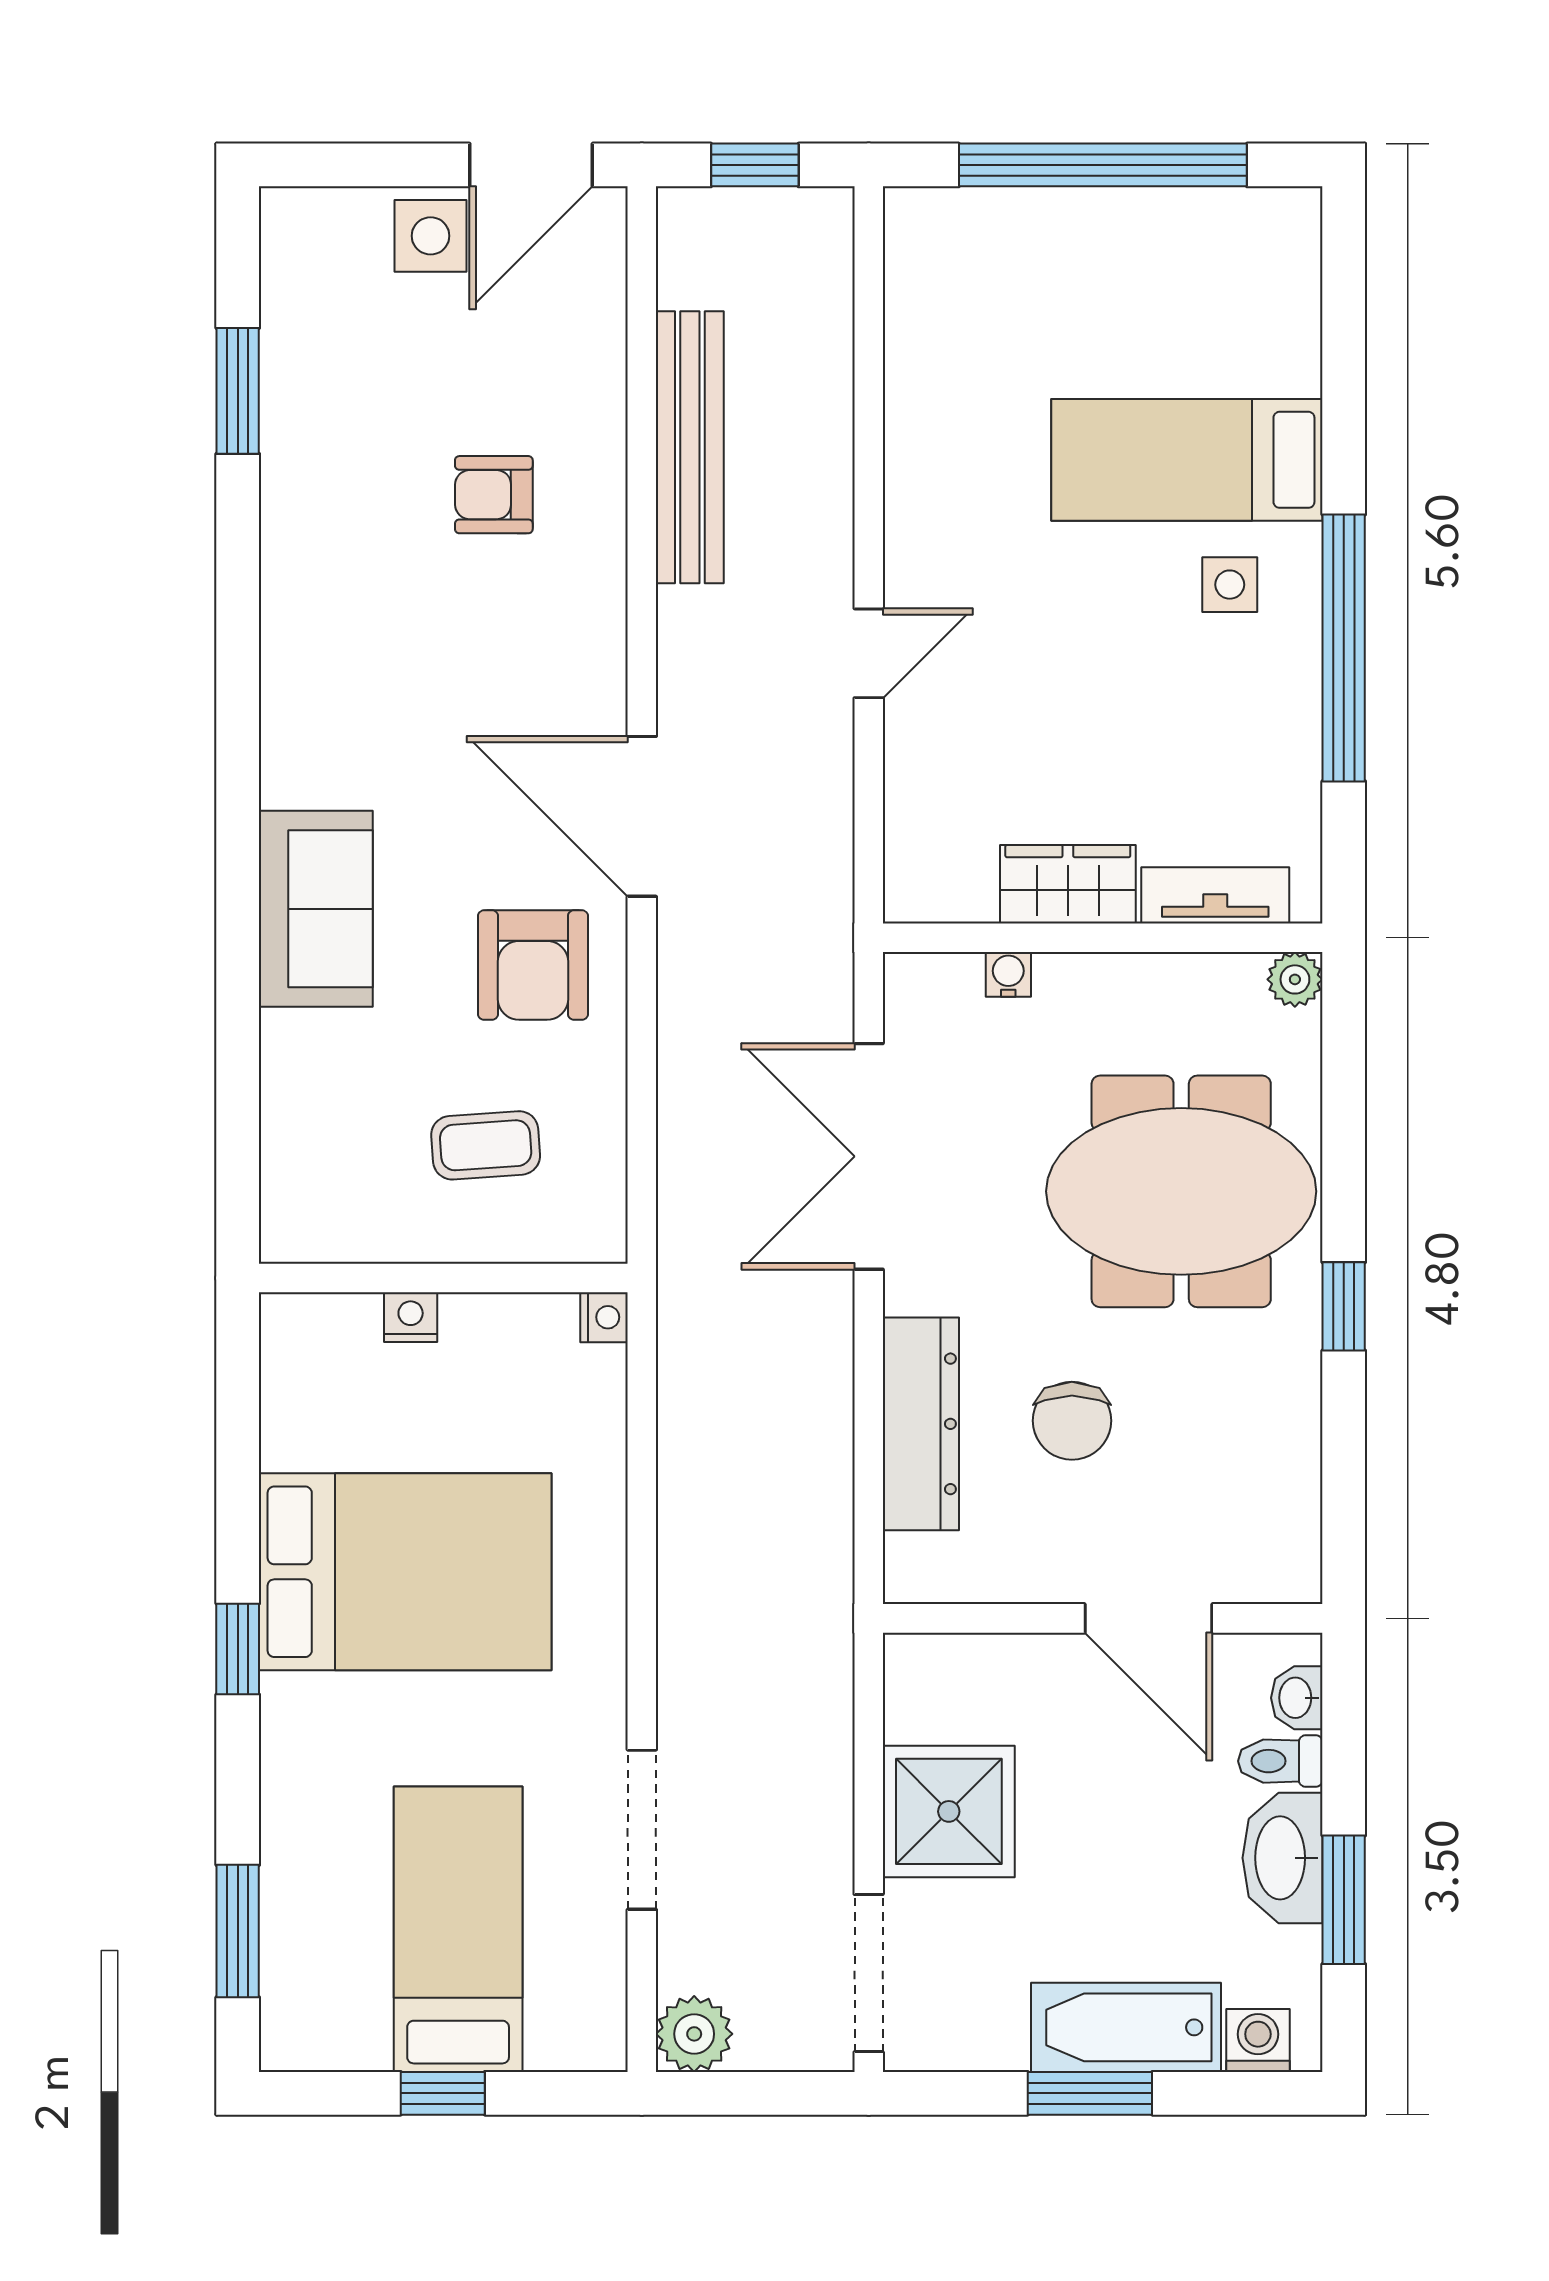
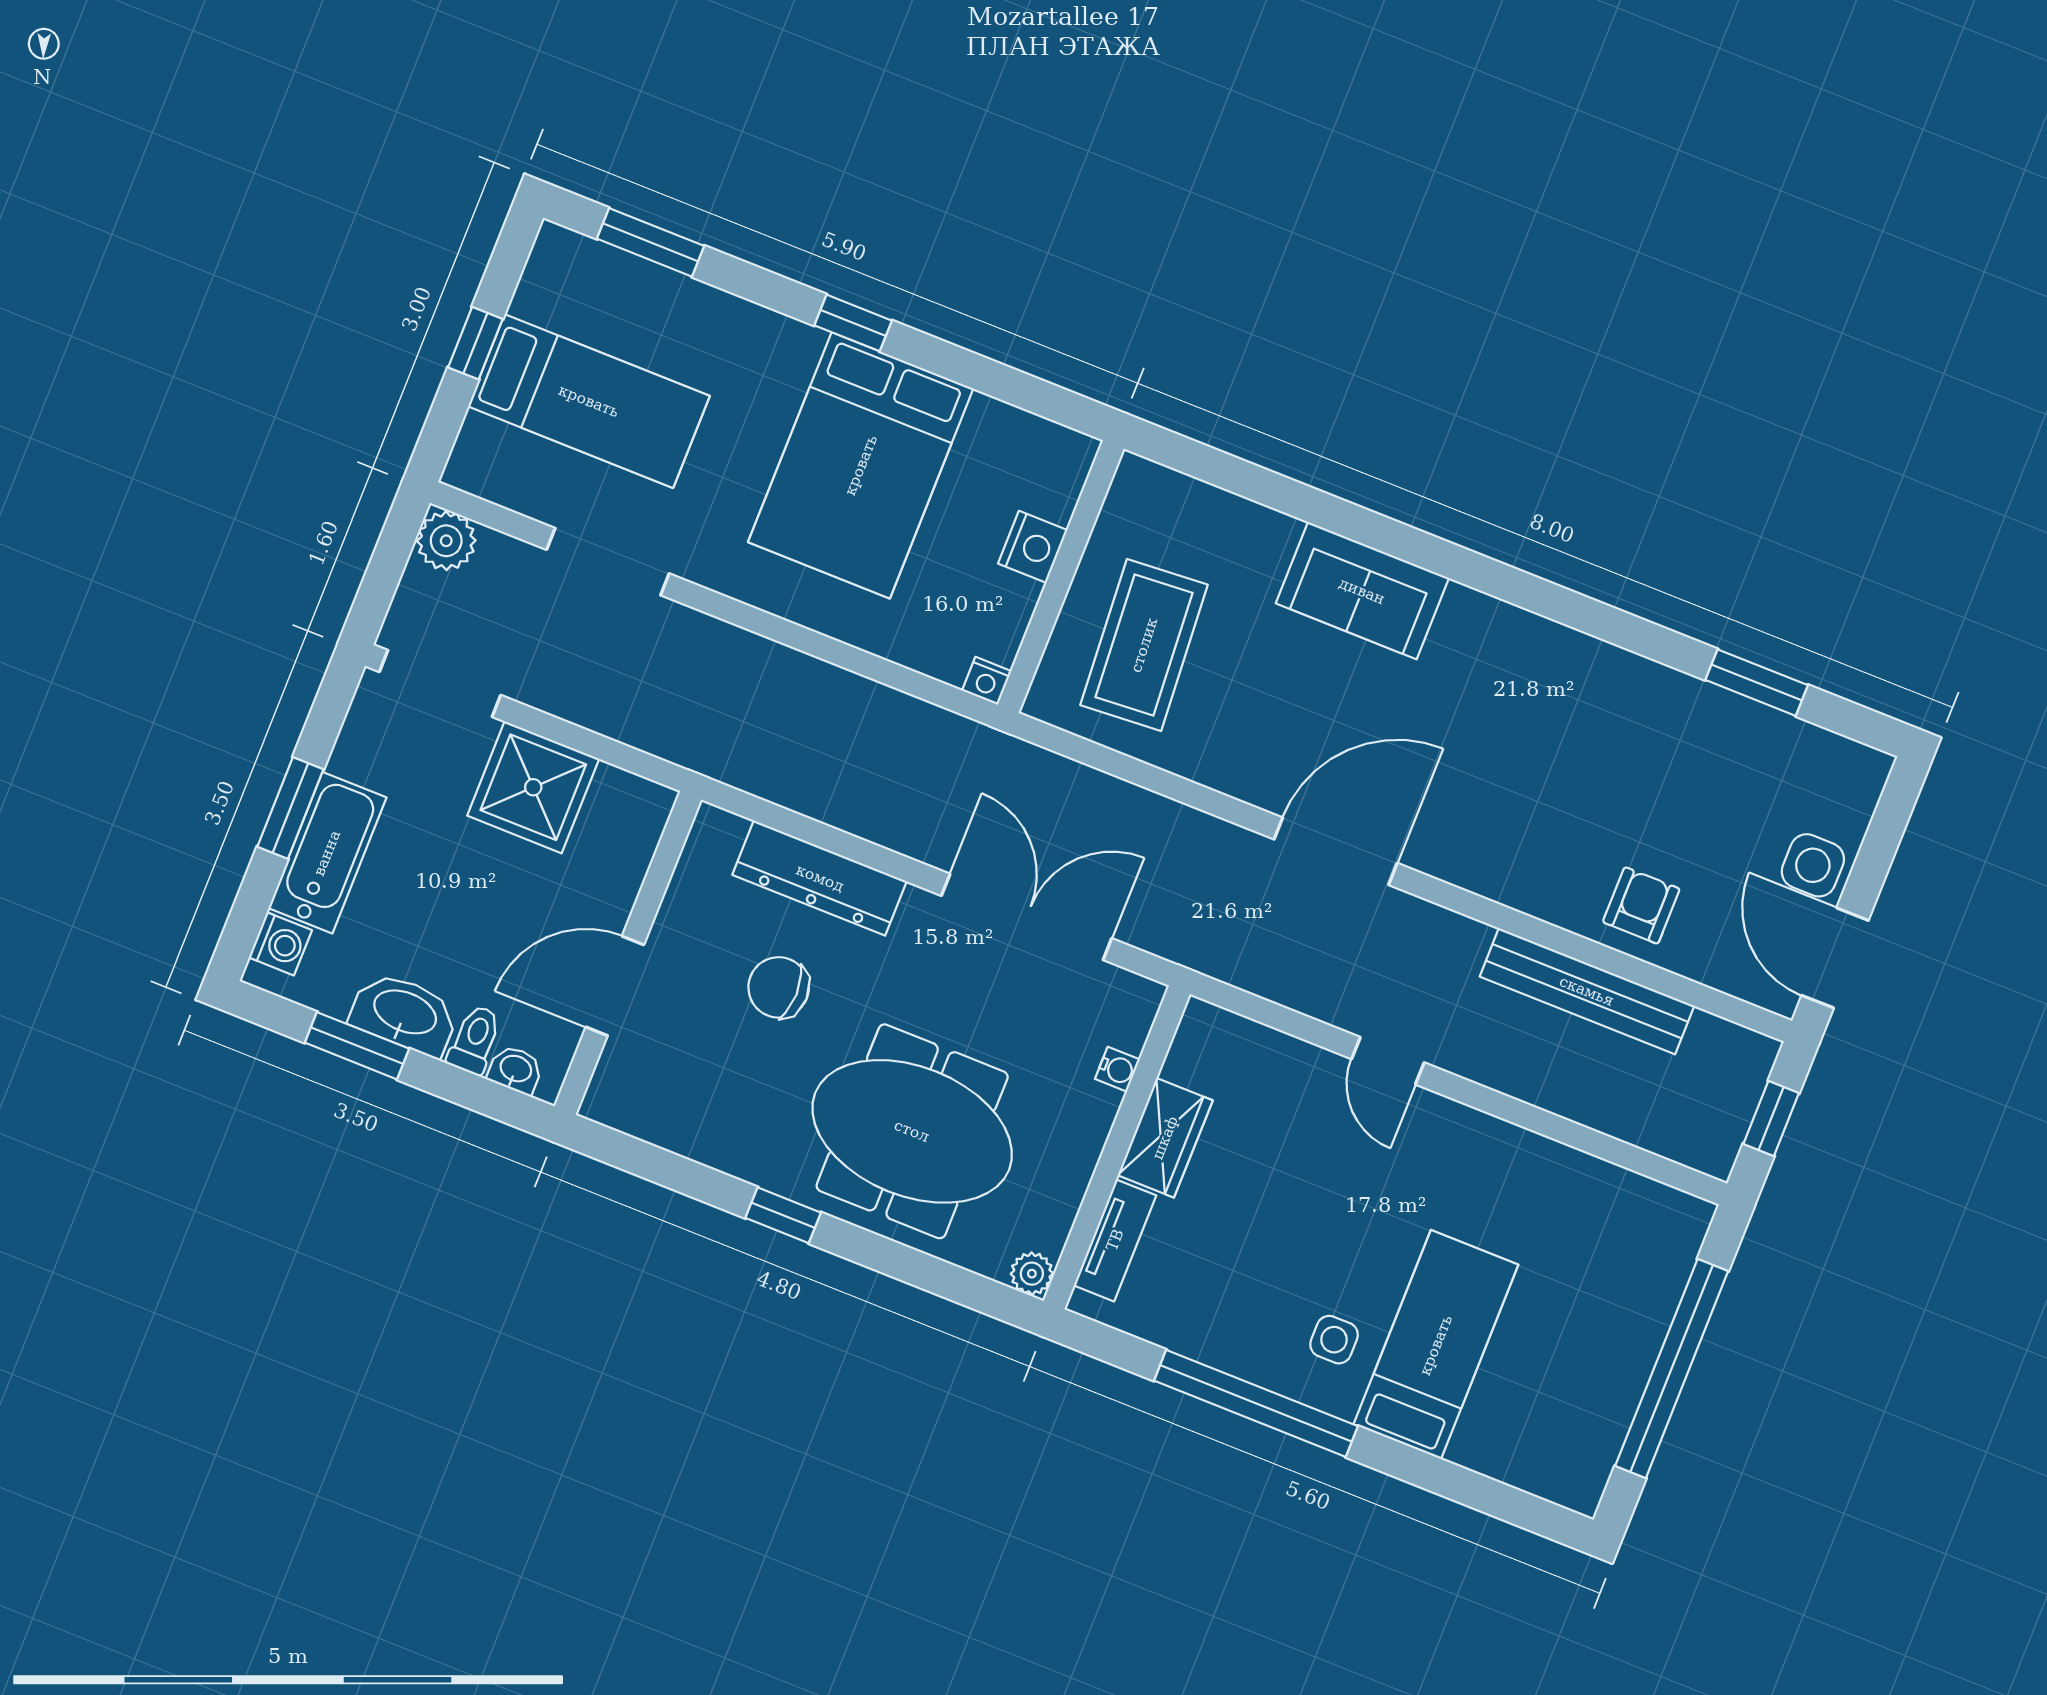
armchair: (494, 495) -> (1641, 905), moved
armchair: (533, 965) -> (1260, 731), removed
coffee table: (486, 1145) -> (1144, 645), width x1.86, depth x1.72
meeting table: (1181, 1191) -> (912, 1131), turned 90
nightstand: (411, 1317) -> (1033, 547), width x1.39, depth x1.35

